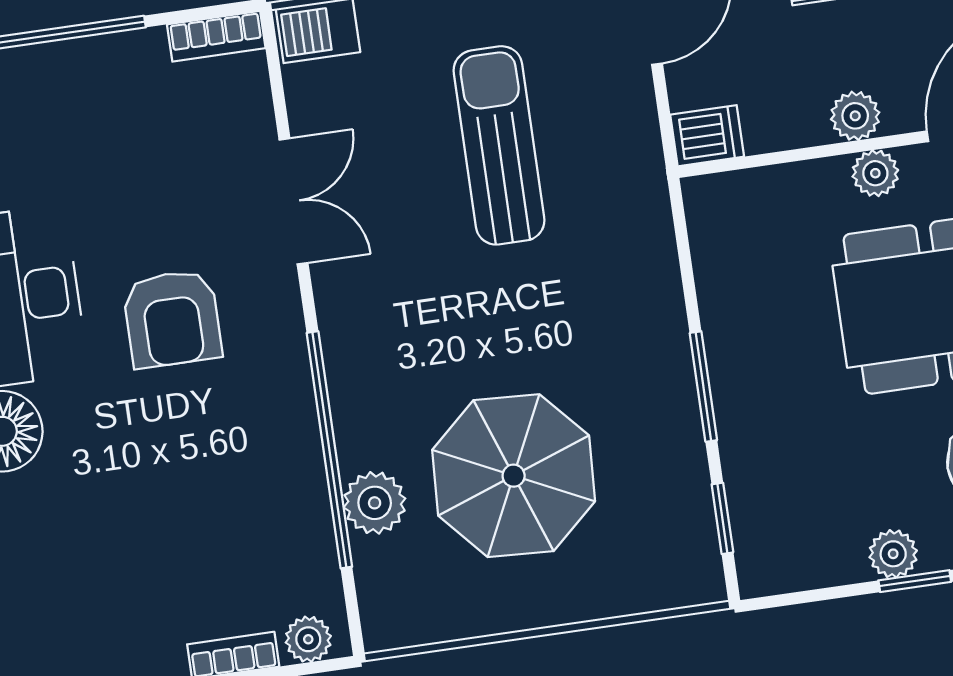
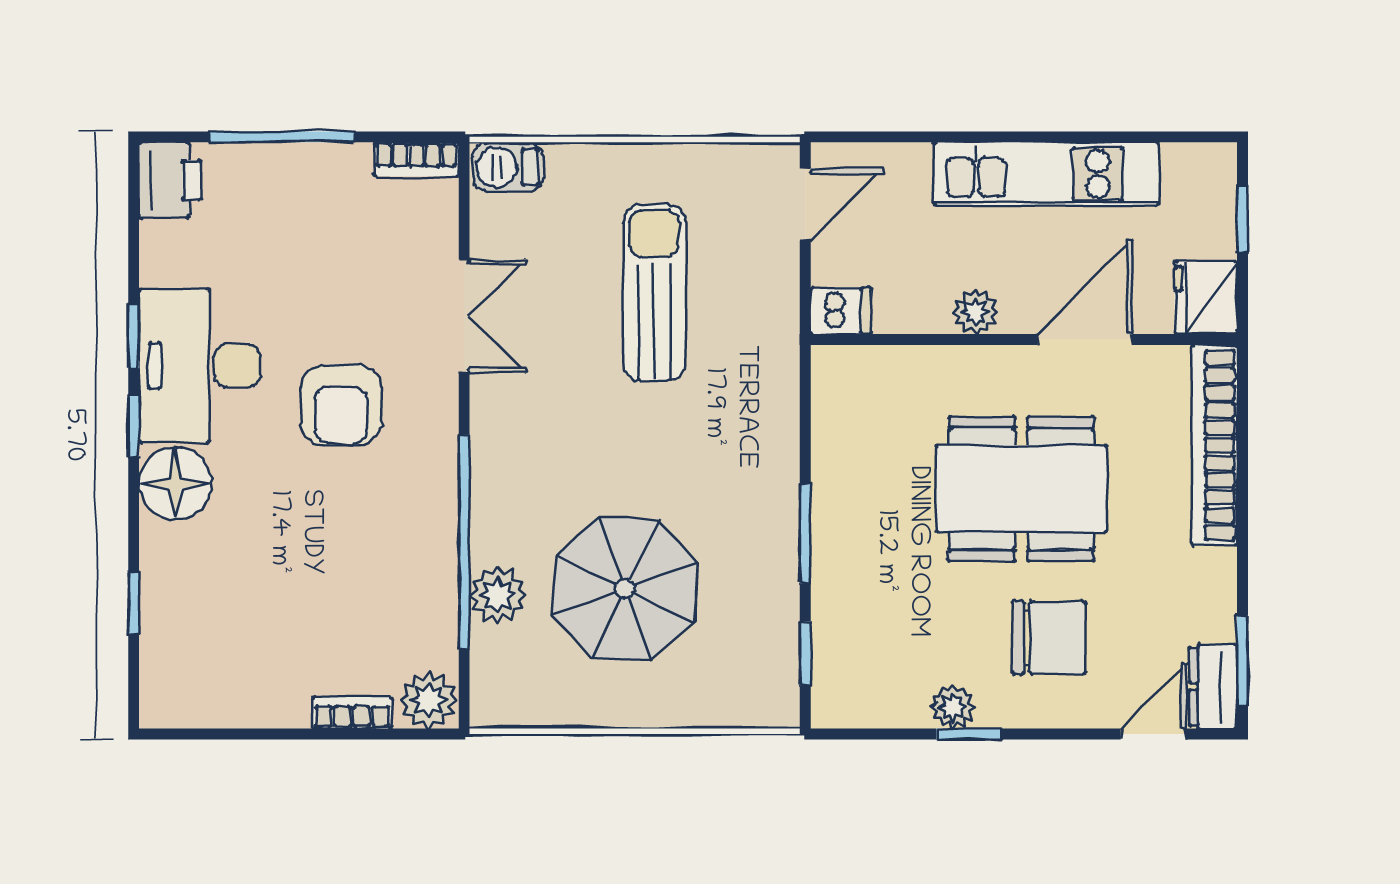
plant: (875, 173) -> (986, 366), removed
plant: (308, 639) -> (429, 700), width x1.38, depth x1.38

